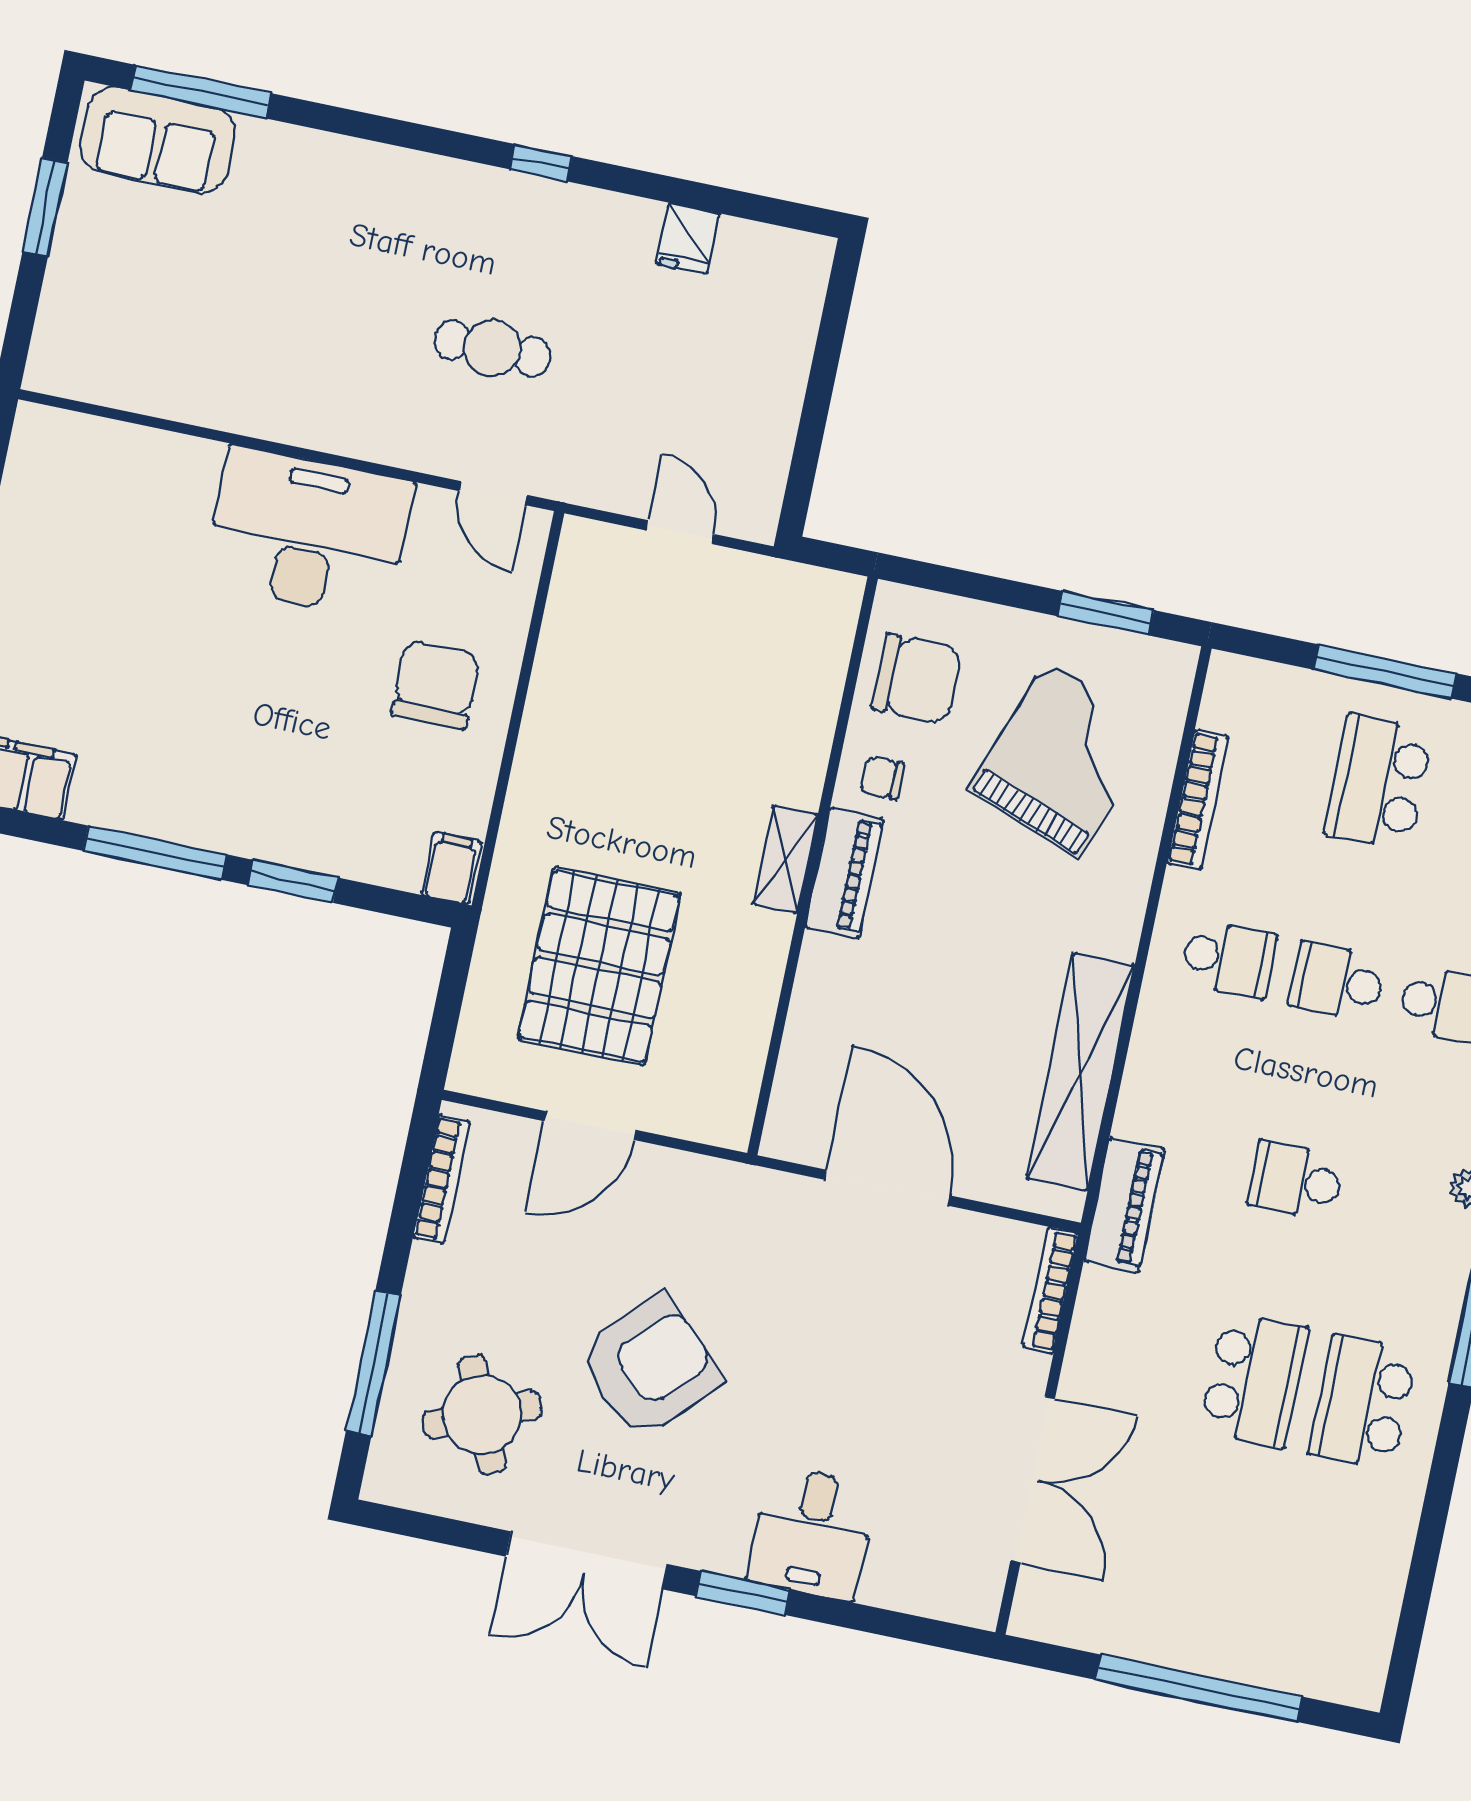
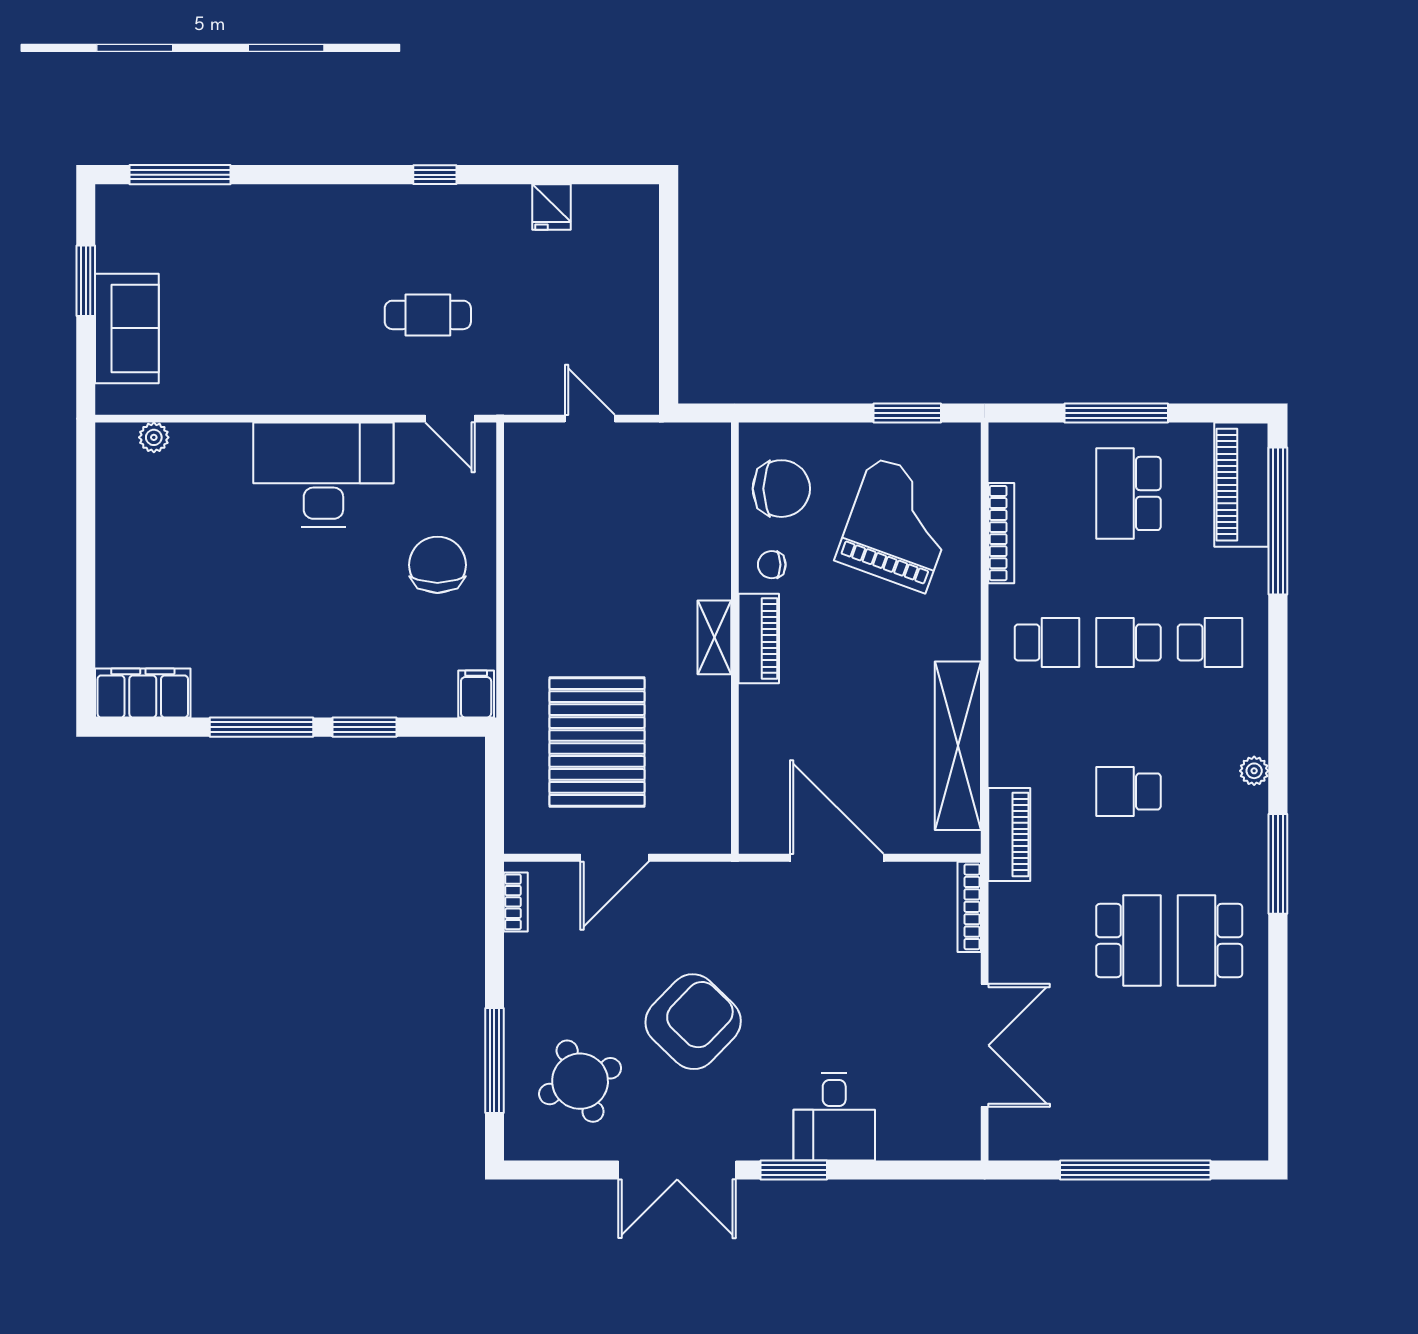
sofa: (158, 140) -> (127, 328), moved, turned -90
plant: (92, 435) -> (154, 437), added
bookcase: (442, 1179) -> (516, 902), width x0.64

